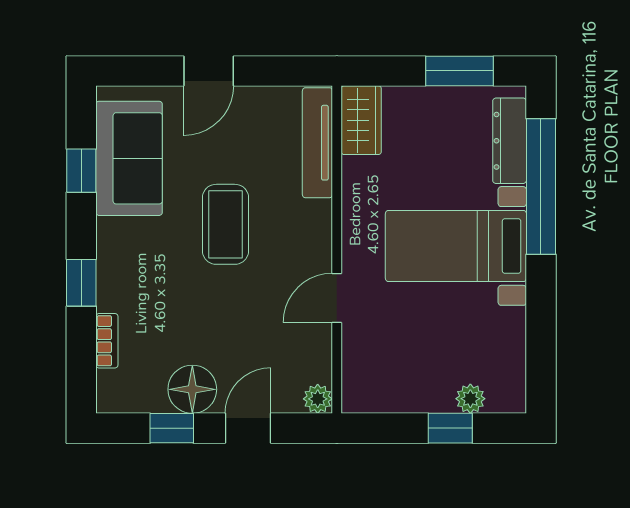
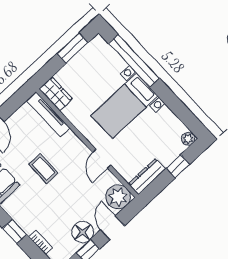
dresser: (510, 141) -> (147, 176), moved, turned 90
coffee table: (225, 224) -> (43, 169), width x0.73, depth x0.77
plant: (318, 399) -> (118, 197), width x1.87, depth x1.87
plant: (470, 399) -> (188, 139), moved

